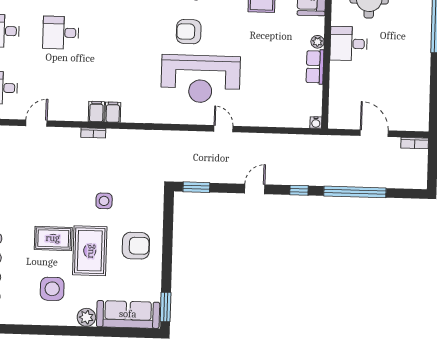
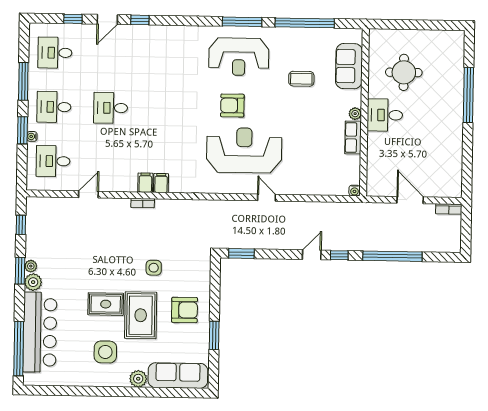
reception desk: (201, 79) -> (244, 150), turned 180
door: (255, 189) -> (312, 255), moved
window: (166, 307) -> (214, 335), moved

